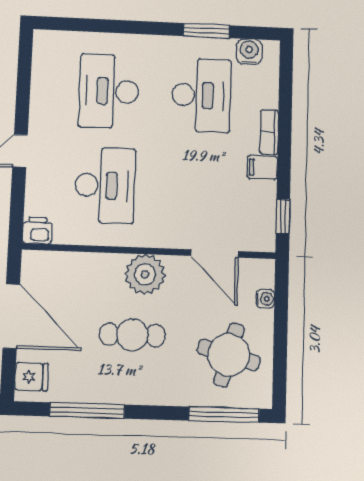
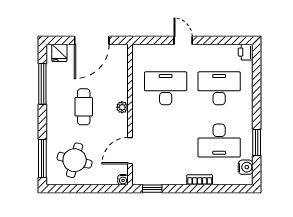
filing cabinet: (262, 167) -> (179, 176), removed
desk: (105, 185) -> (166, 88), turned 180
printer: (37, 230) -> (246, 52), moved, turned 180
plant: (145, 274) -> (122, 107), width x0.53, depth x0.53
water cooler: (265, 299) -> (123, 180), moved

